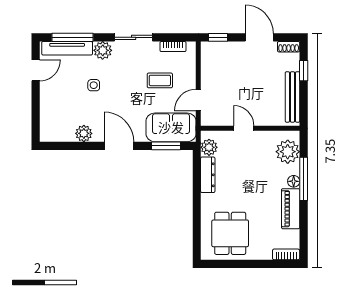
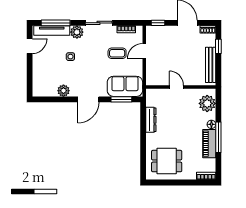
door: (198, 100) -> (144, 51), moved
door: (119, 146) -> (88, 99), swing flipped
plant: (209, 147) -> (152, 100), removed
window: (304, 179) -> (218, 137), moved
dining table: (230, 233) -> (167, 161), turned 90

